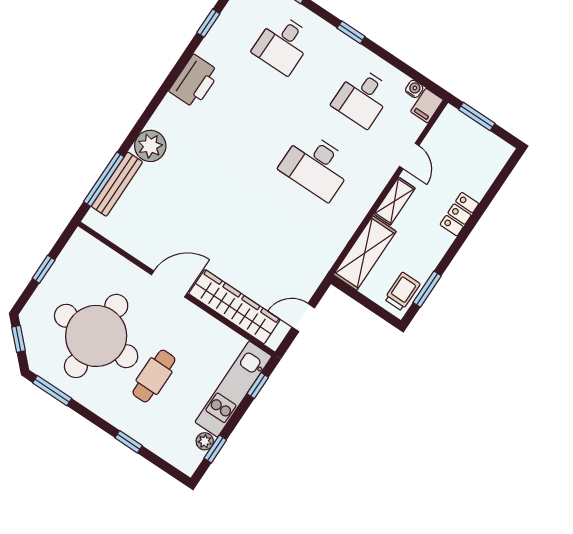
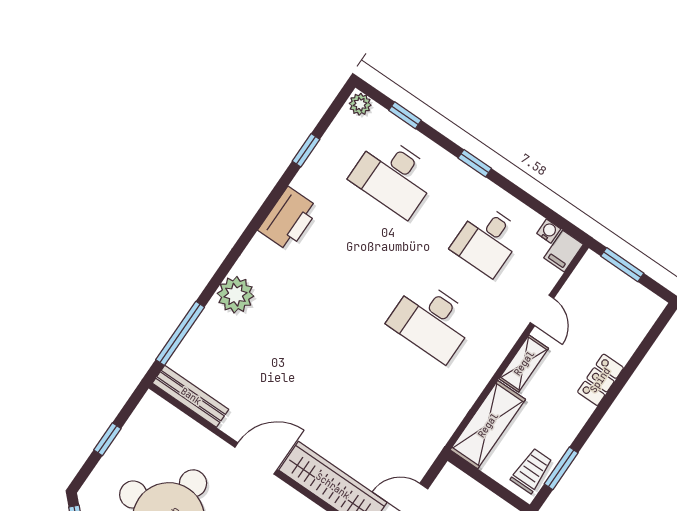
desk: (283, 44) -> (394, 176), width x1.37
bench: (117, 184) -> (191, 396), moved, turned 90

